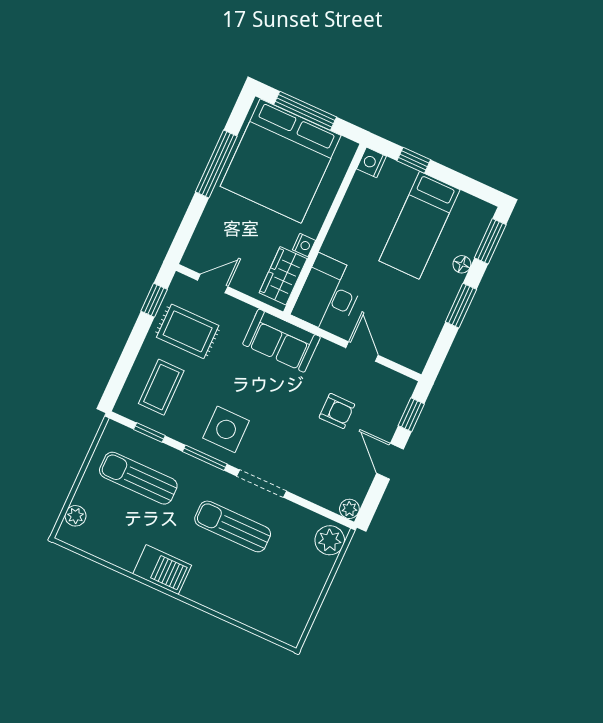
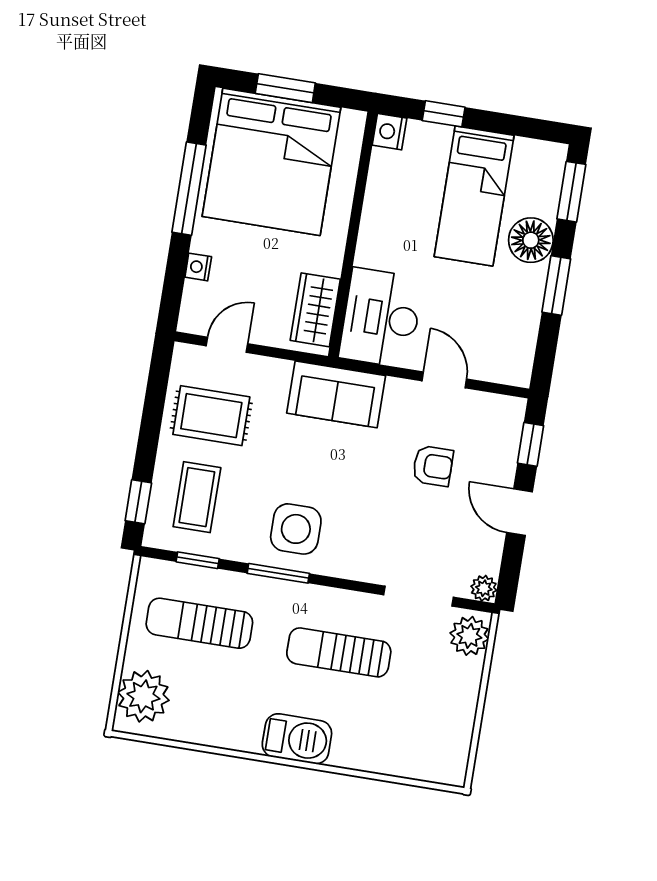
window: (305, 111) -> (285, 88), width x0.69
nightstand: (304, 245) -> (198, 267), moved, turned 180
floor lamp: (462, 264) -> (531, 240), width x1.89, depth x1.89
window: (154, 300) -> (138, 502), moved
doorway: (262, 484) -> (418, 596), moved
plant: (75, 516) -> (143, 696), width x1.88, depth x1.88
barbecue: (162, 570) -> (297, 739), moved

